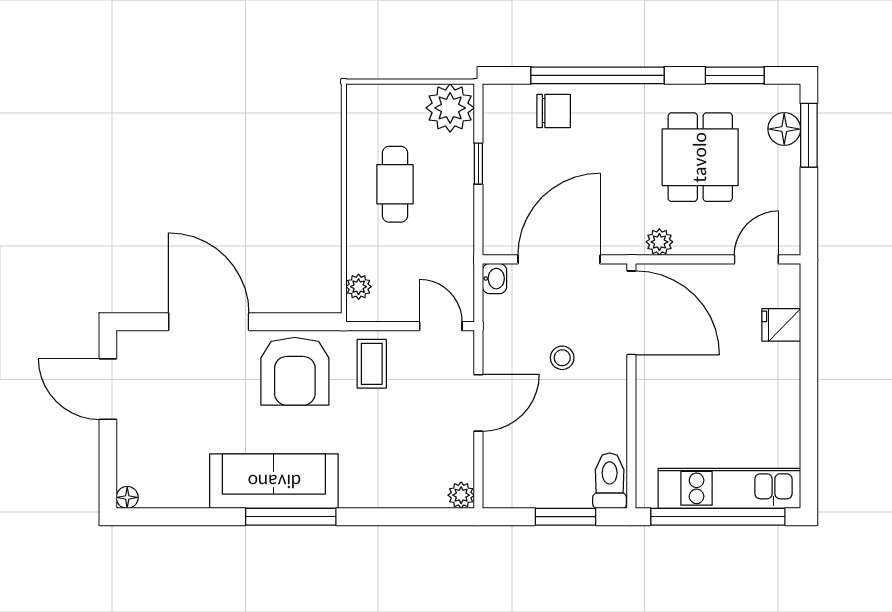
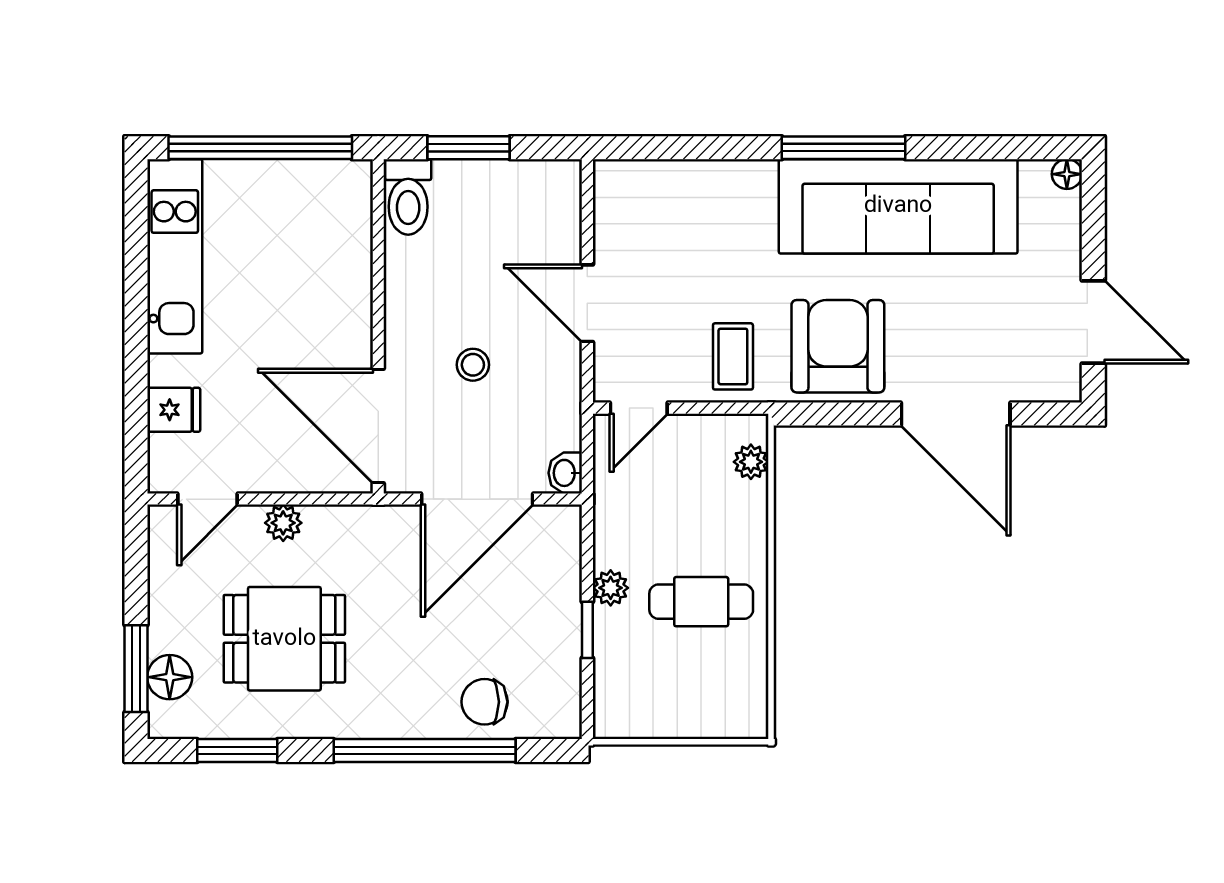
plant: (450, 108) -> (611, 588), moved, width x0.53, depth x0.53
dining table: (700, 157) -> (284, 639), turned 90
cafe table: (395, 184) -> (701, 602), turned 90
plant: (659, 242) -> (283, 523), moved
door: (441, 326) -> (639, 408), hinge flipped
door: (478, 403) -> (587, 303), hinge flipped
sofa: (274, 481) -> (898, 206), width x1.36, depth x1.27
kitchen unit: (729, 488) -> (175, 256), moved, turned -90
plant: (461, 495) -> (611, 177), removed

